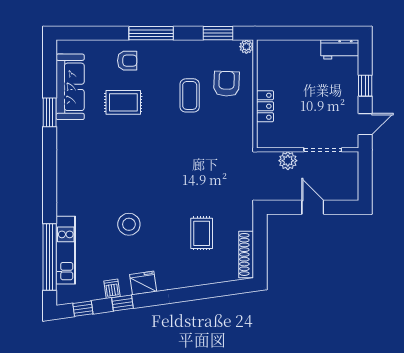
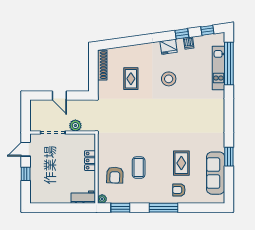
workbench: (340, 49) -> (83, 197), moved
rug: (123, 102) -> (181, 163), turned 90
stool: (129, 224) -> (169, 79), moved

